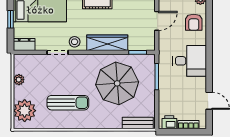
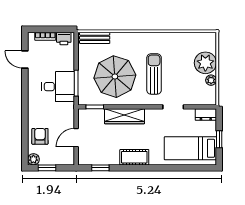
stool: (75, 42) -> (157, 117), removed
desk: (190, 61) -> (58, 87), moved, turned 180
sun lounger: (68, 103) -> (154, 74), moved, turned 90
plant: (25, 111) -> (205, 63), moved

